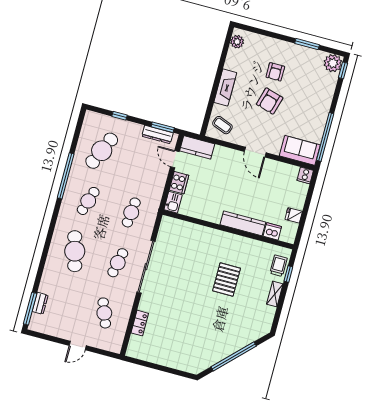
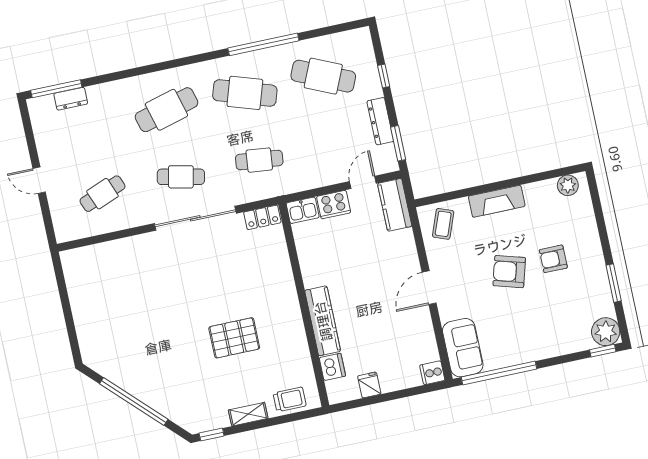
dresser: (157, 135) -> (380, 121), moved
cafe table: (88, 201) -> (245, 93), width x1.37, depth x1.35
window: (288, 274) -> (212, 435), moved
locker: (140, 323) -> (262, 217), moved

